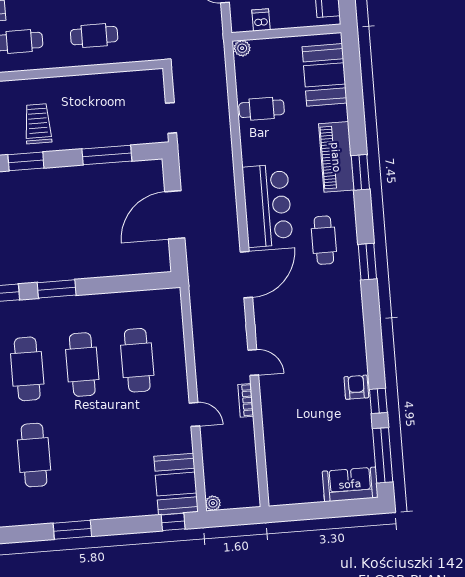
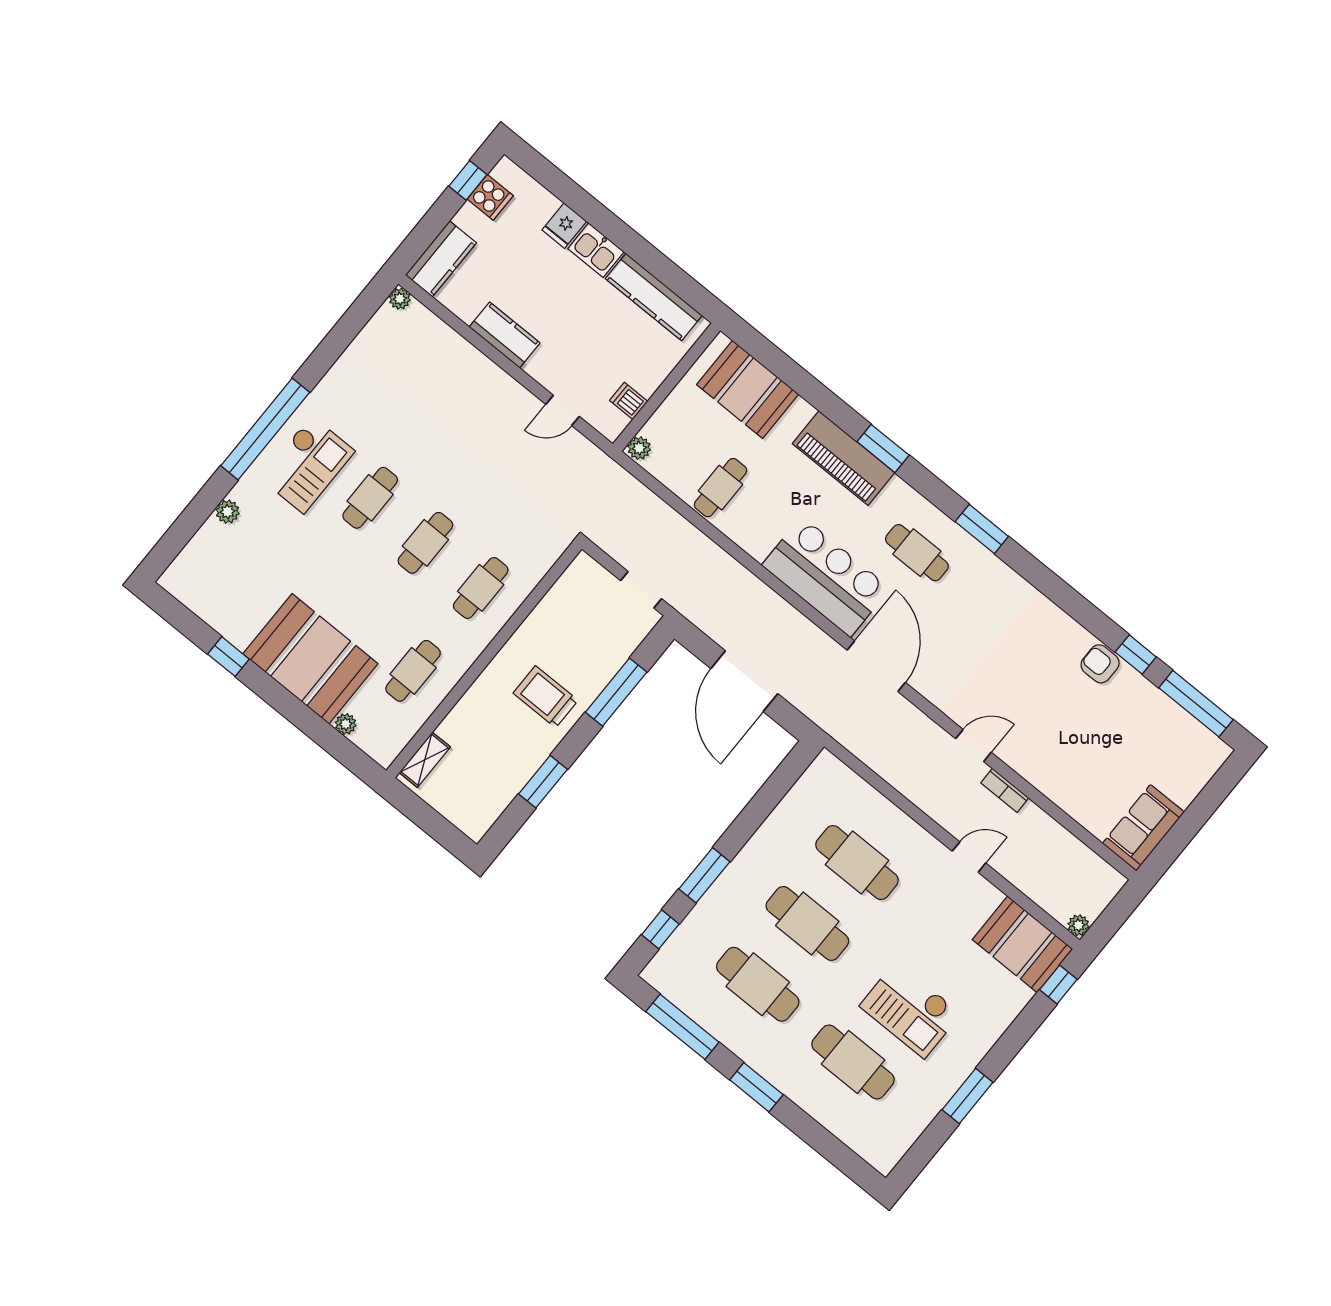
trolley: (38, 124) -> (546, 697), moved
checkout: (88, 459) -> (910, 1010), added
sofa: (350, 484) -> (1143, 828), moved

